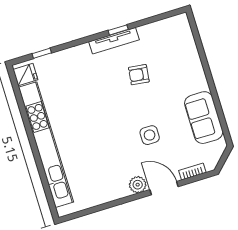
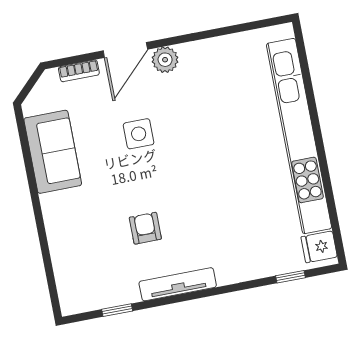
window: (118, 30) -> (117, 310), moved
armchair: (139, 75) -> (145, 228), turned -97
door: (164, 188) -> (125, 50), hinge flipped

